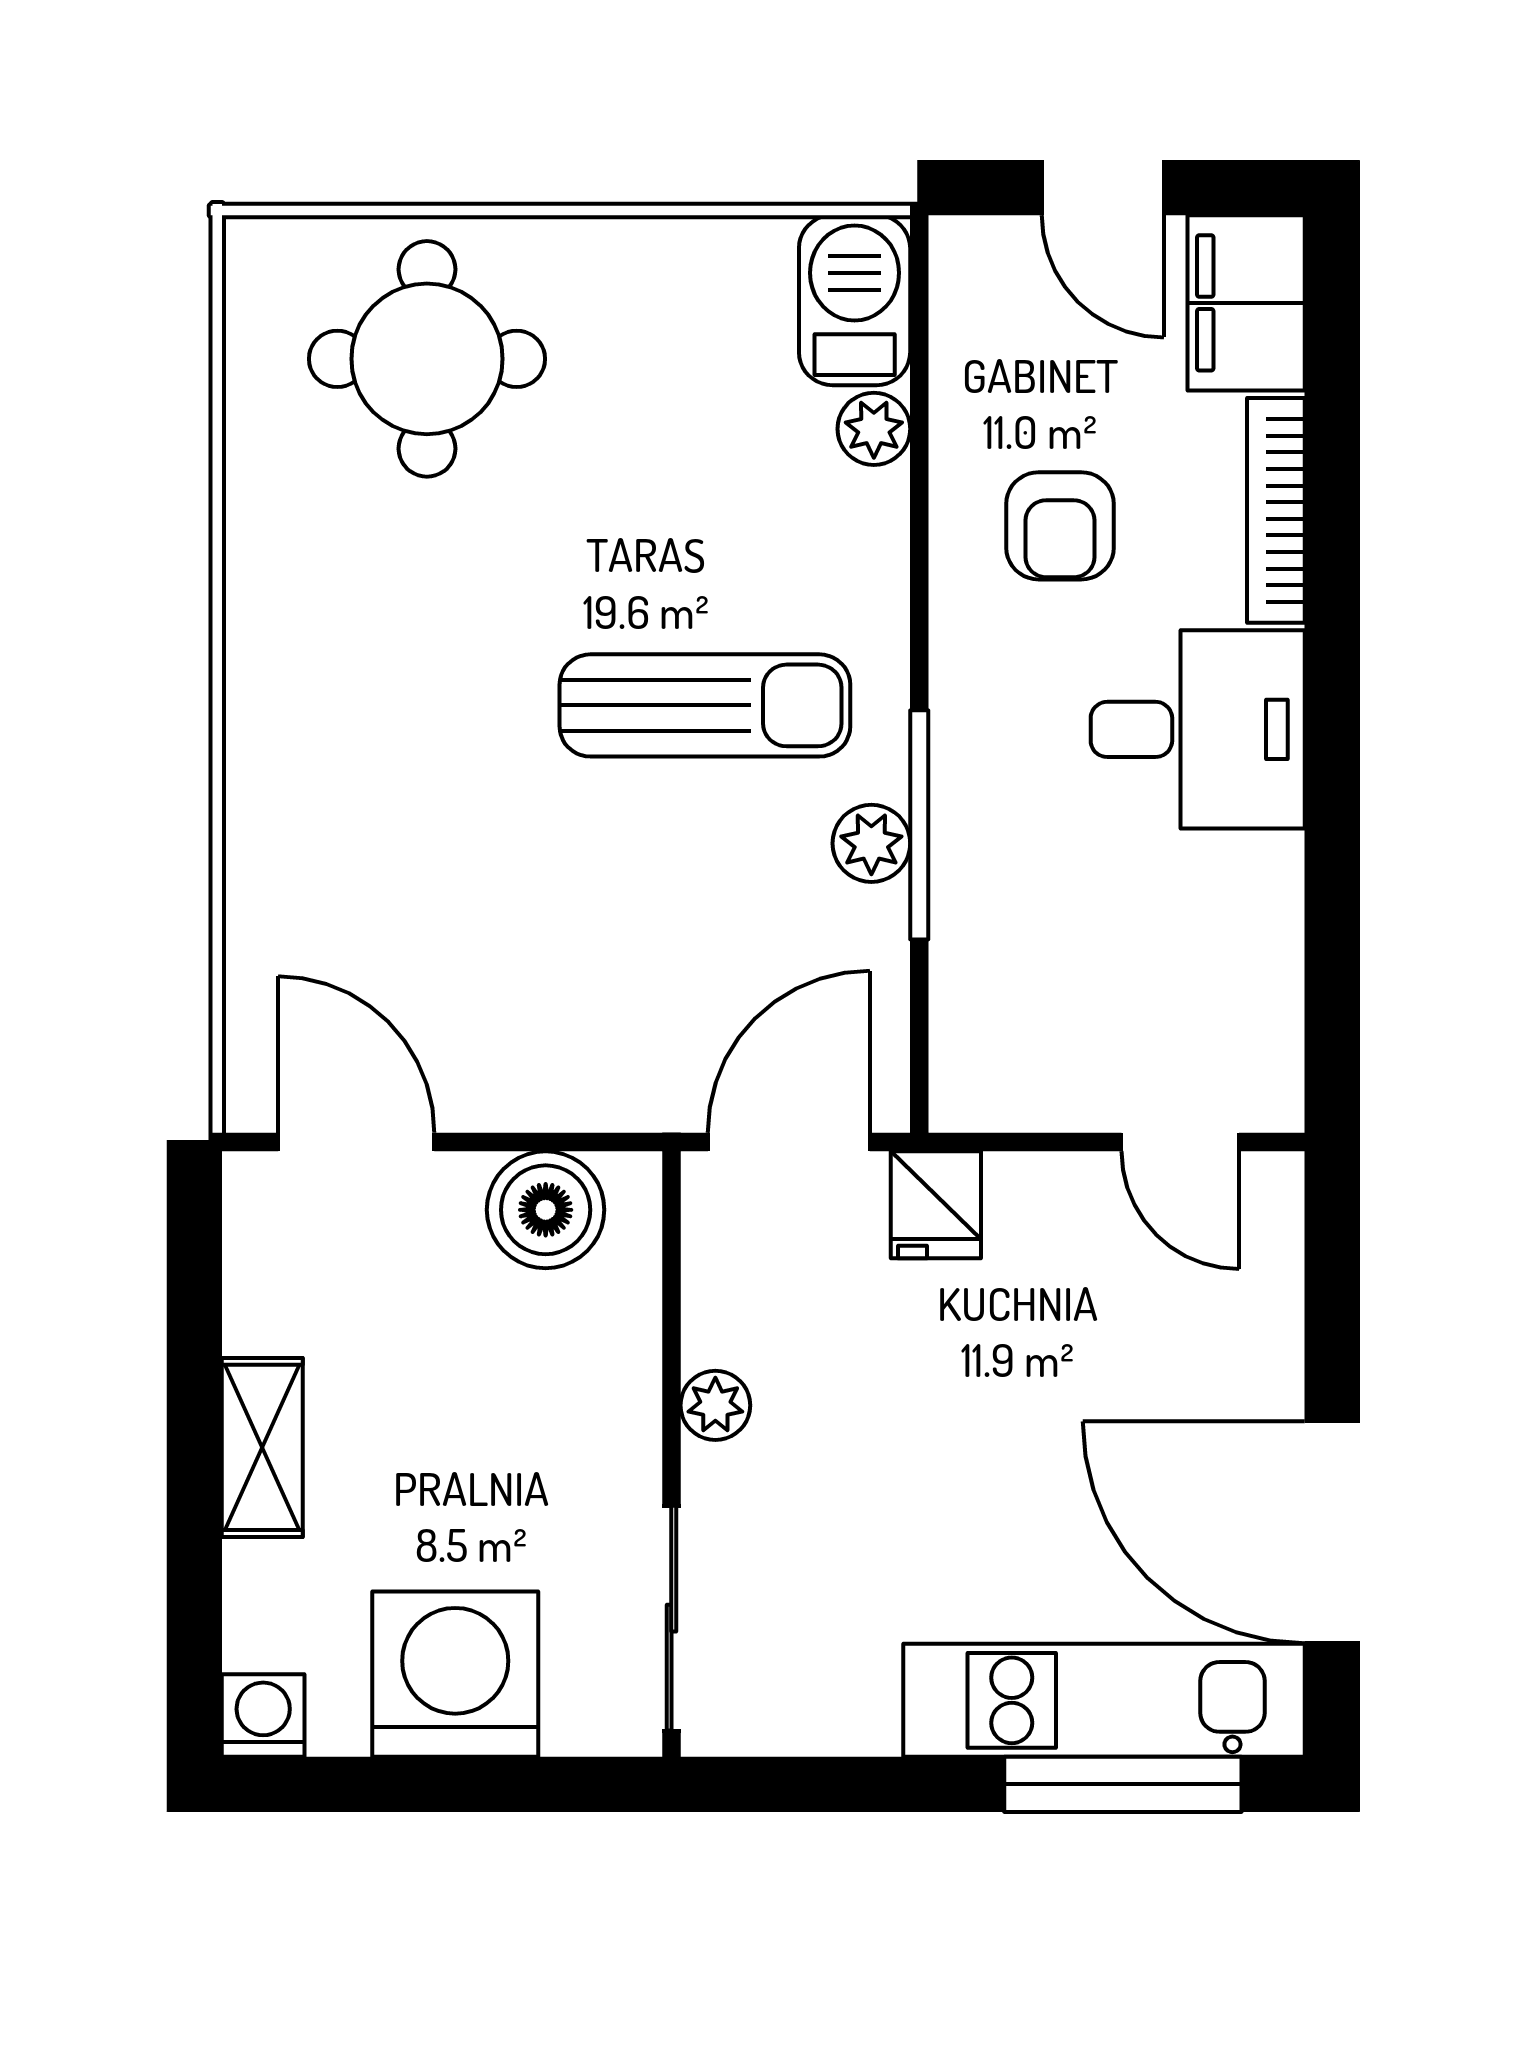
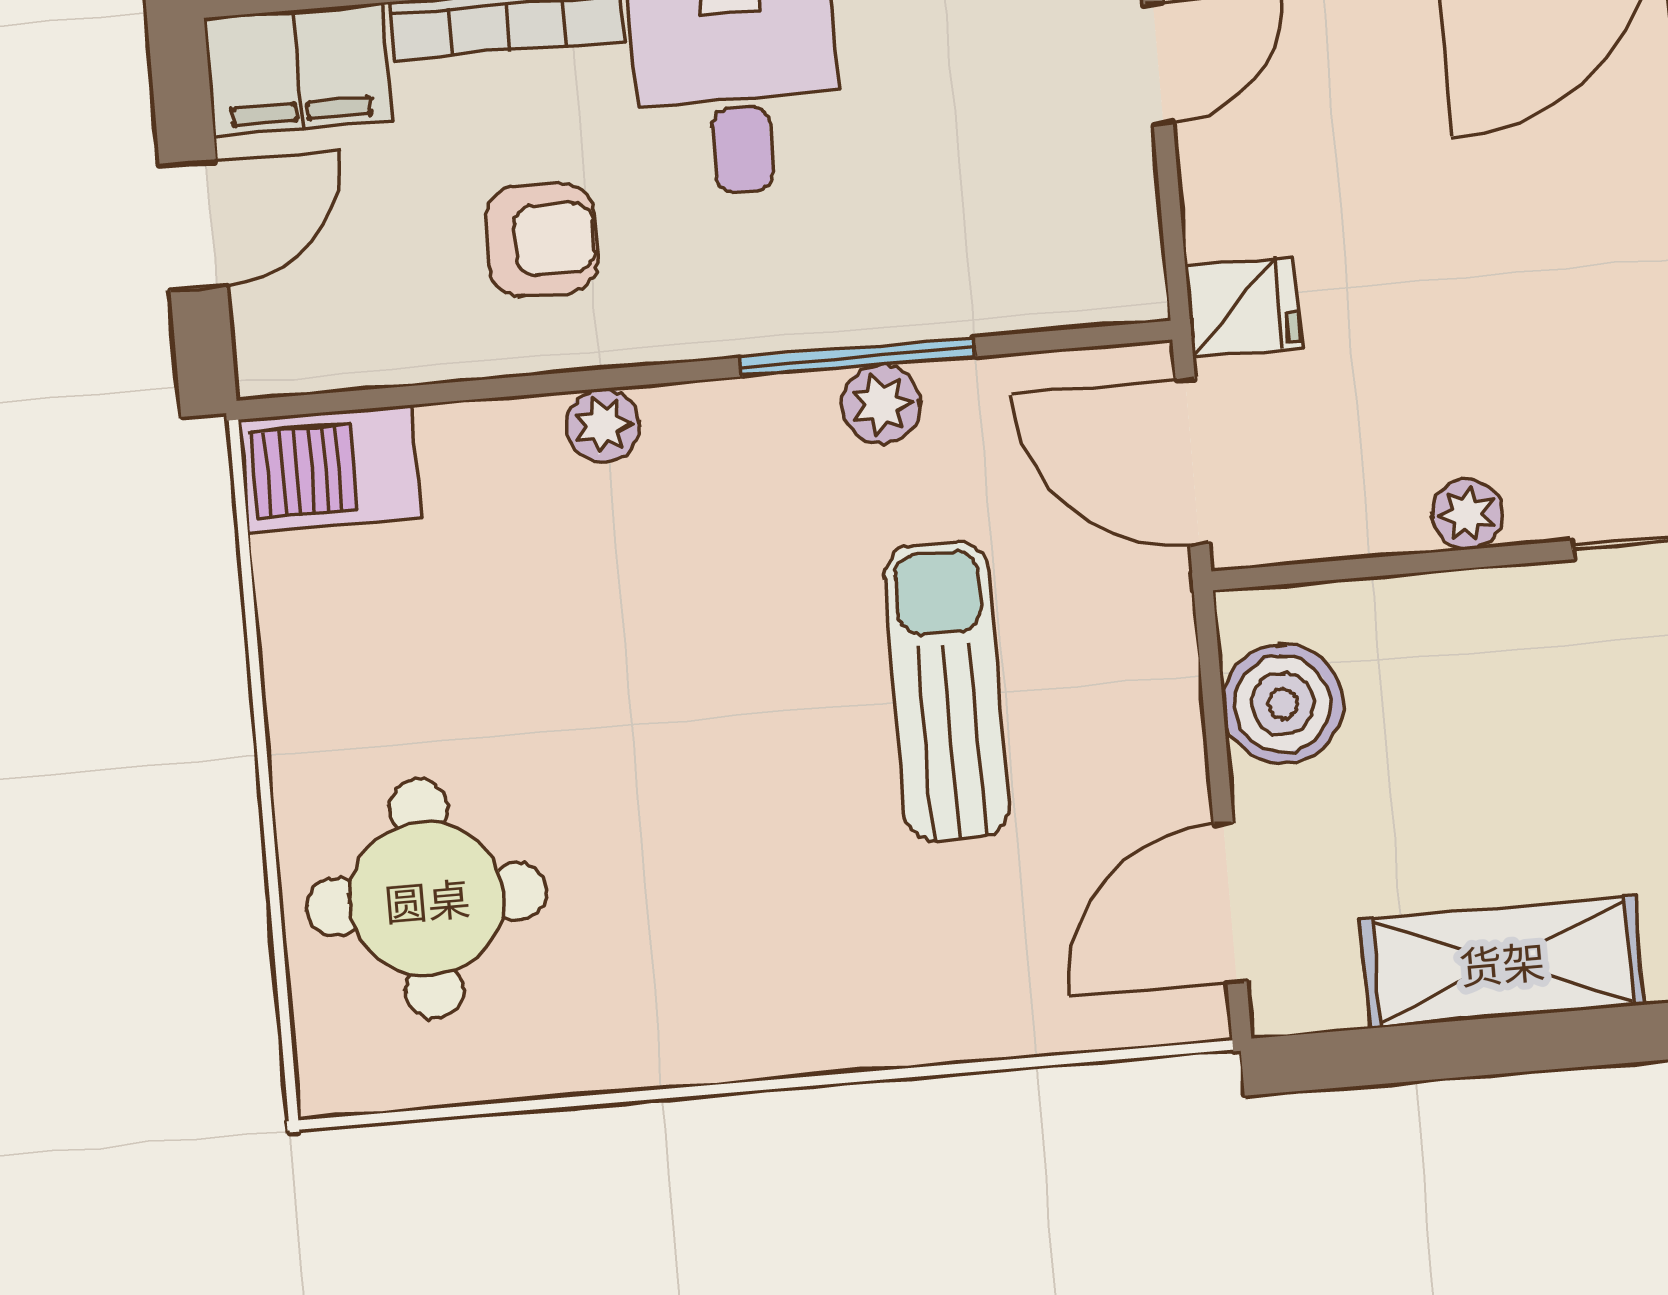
plant: (874, 429) -> (603, 426), moved
sun lounger: (705, 705) -> (947, 692), moved
shelving: (262, 1447) -> (1502, 962), width x1.50, depth x1.33

